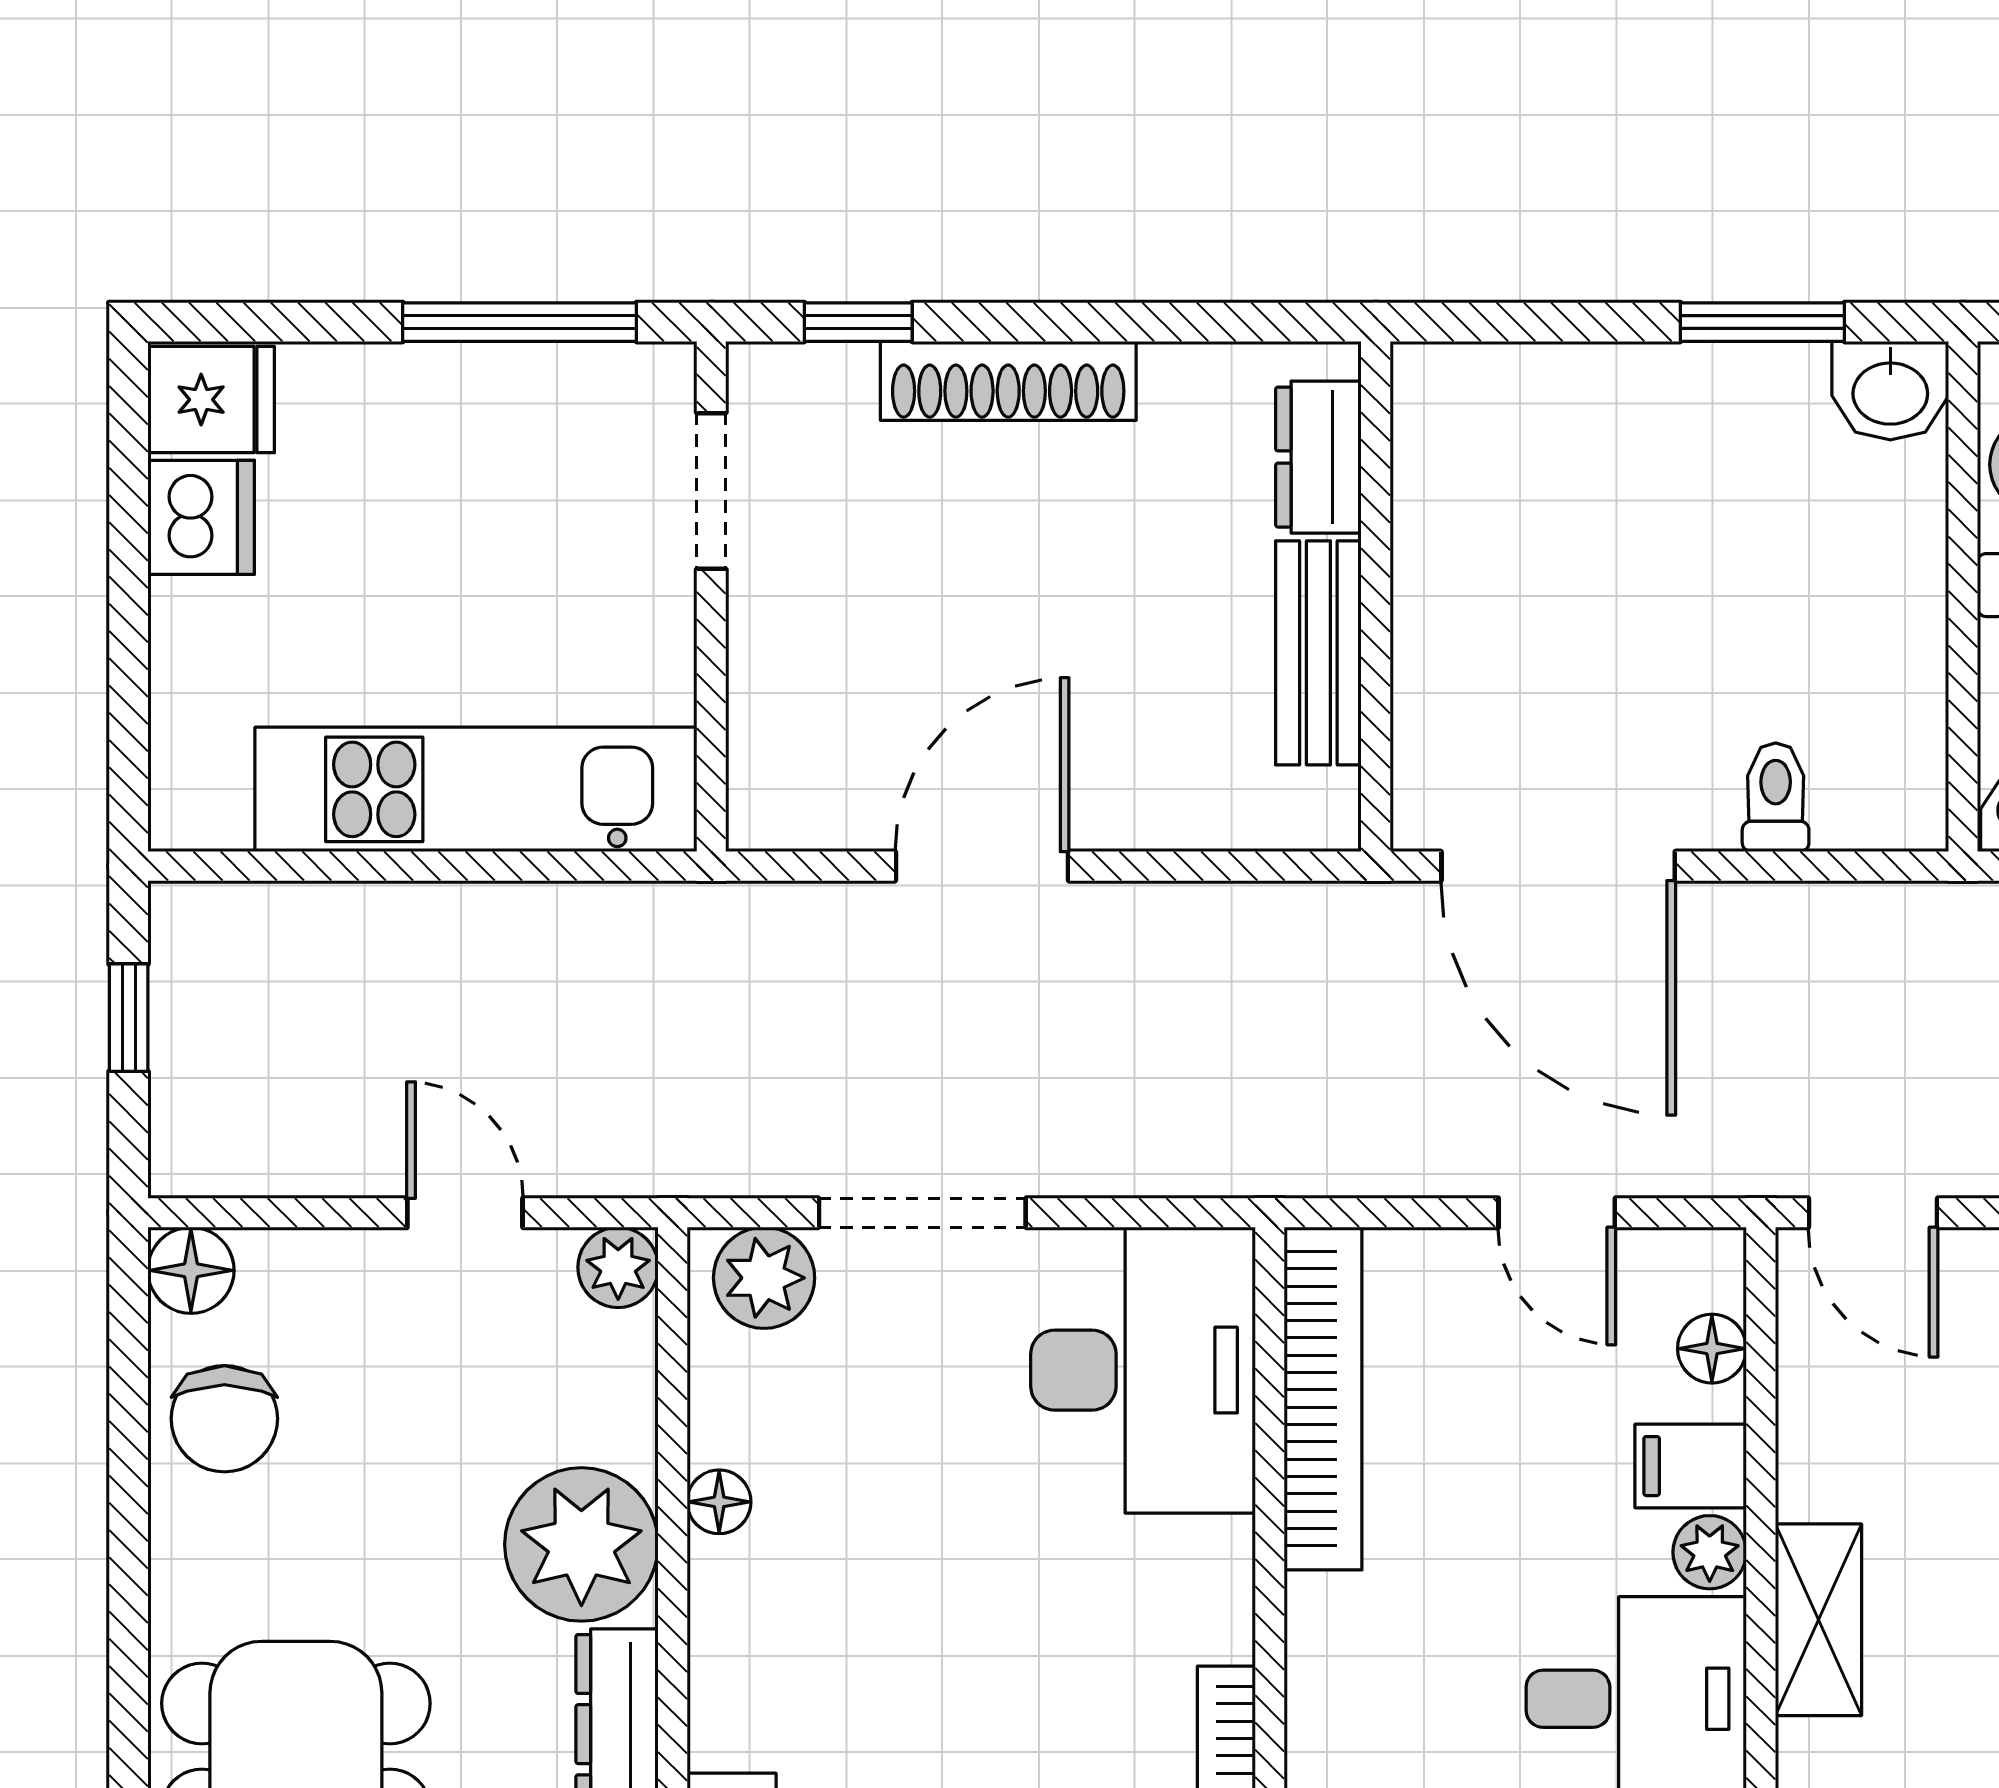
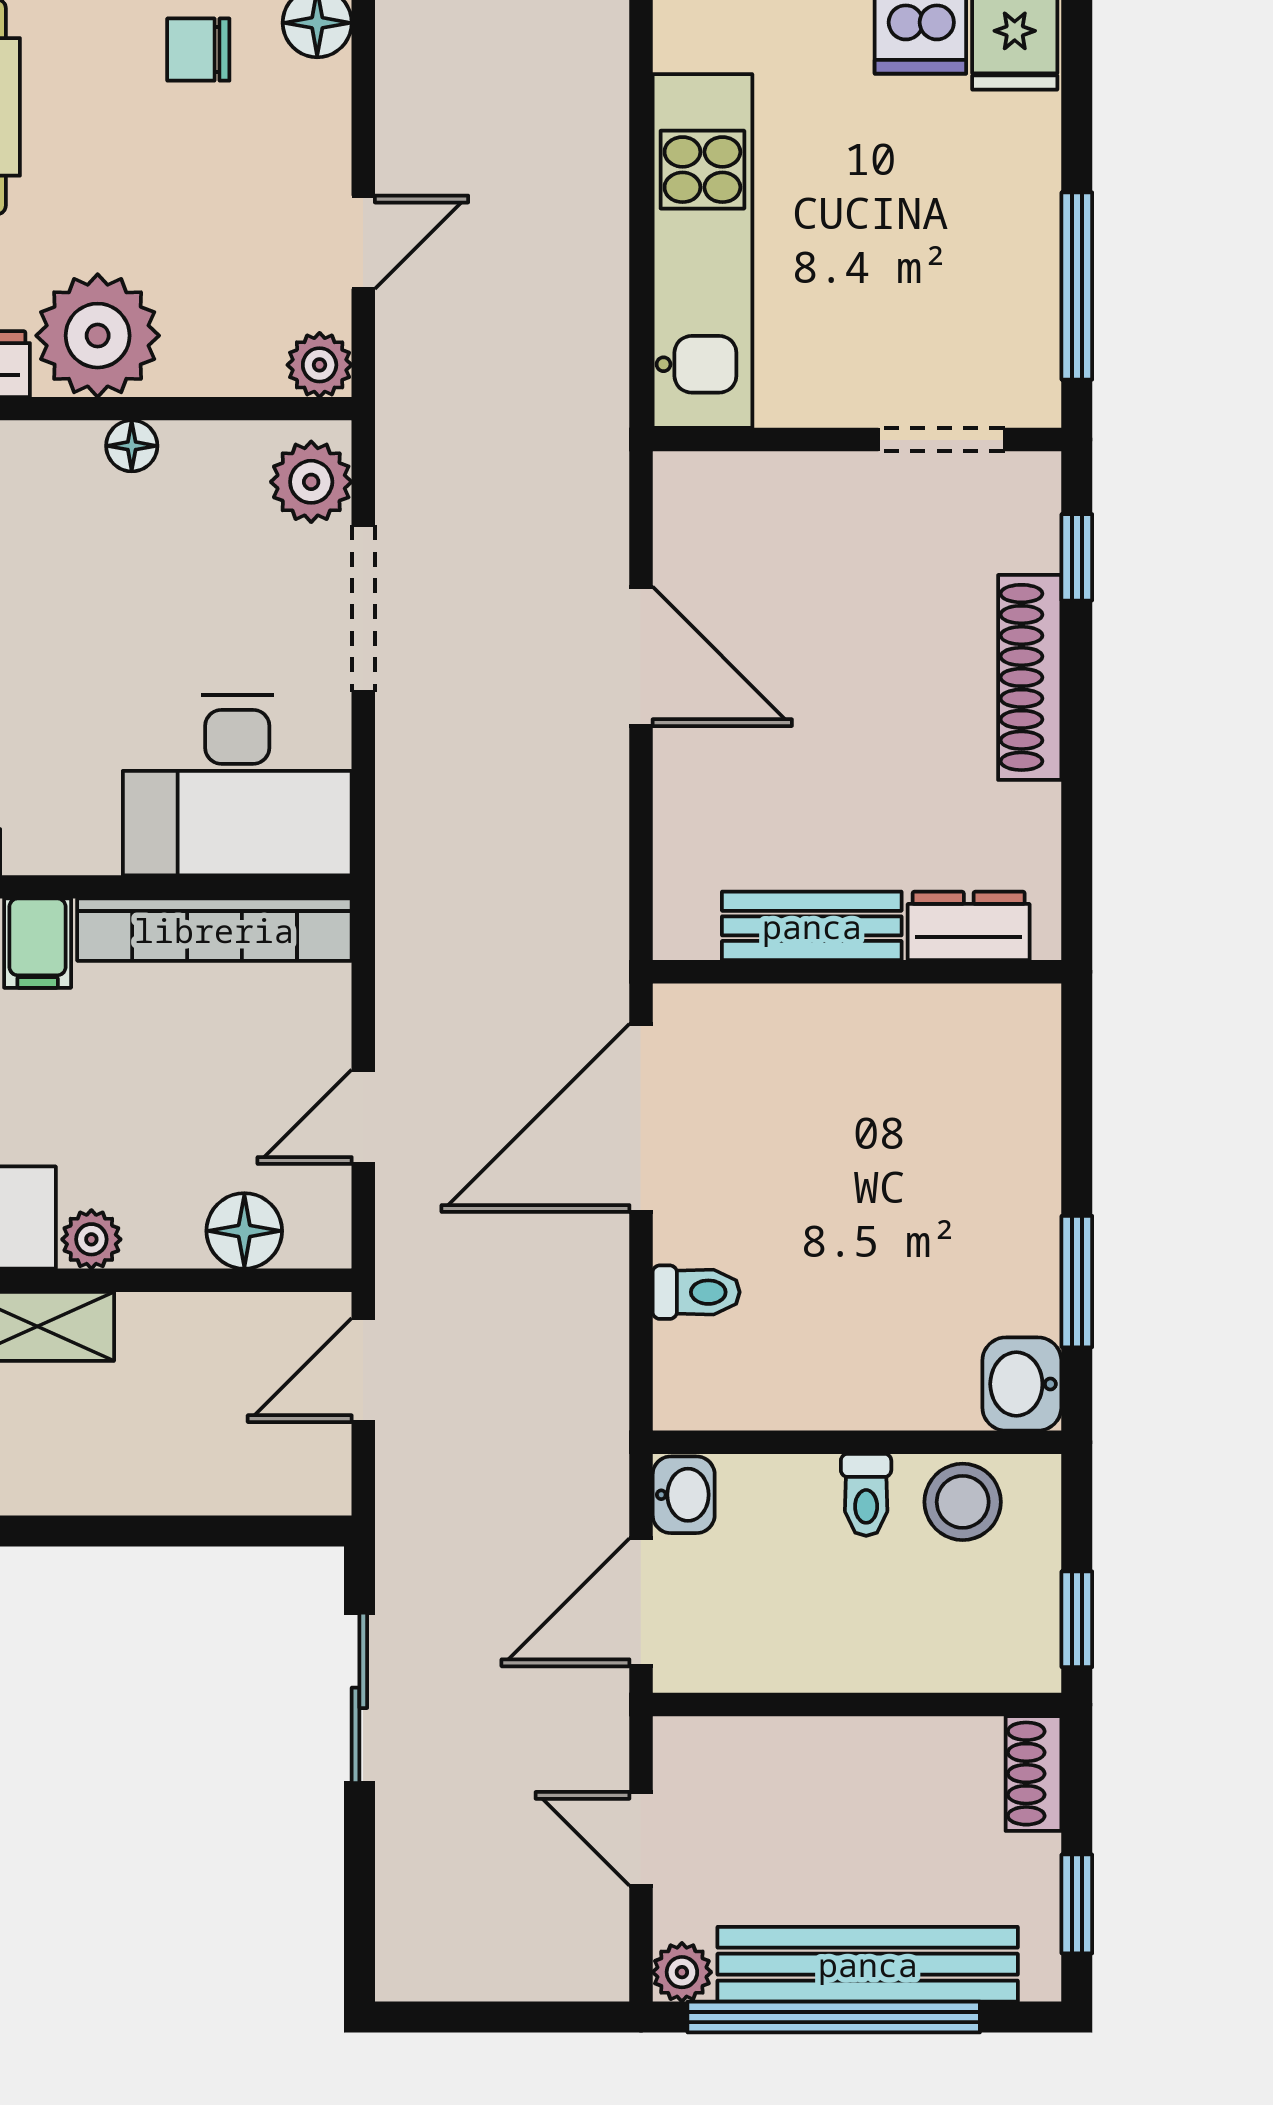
floor lamp: (1712, 1349) -> (244, 1231), width x1.37, depth x1.37
chair: (224, 1419) -> (198, 50), width x0.73, depth x0.73
filing cabinet: (1691, 1466) -> (38, 943), moved, turned 180

